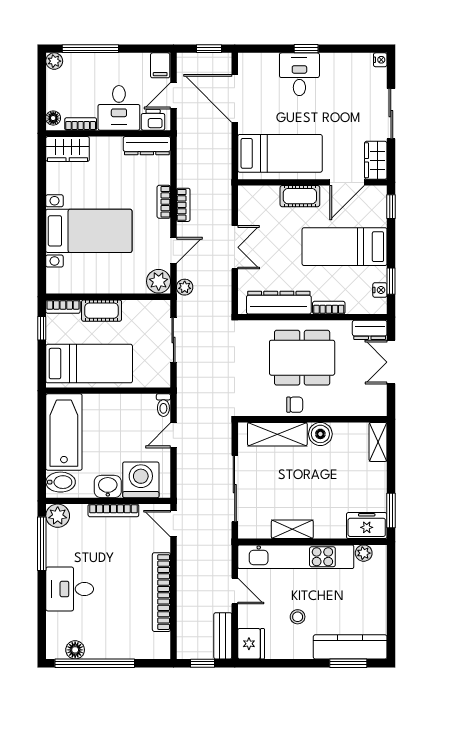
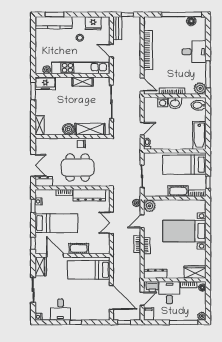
desk: (299, 74) -> (60, 310), moved
door: (347, 182) -> (55, 255), hinge flipped
bathtub: (64, 432) -> (199, 135), width x0.73, depth x0.73
washing machine: (141, 480) -> (163, 102), width x0.53, depth x0.53
fridge: (251, 644) -> (93, 23), moved, turned -90

